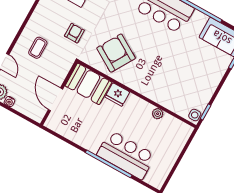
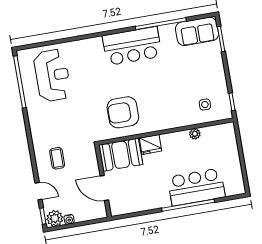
armchair: (74, 33) -> (77, 123), removed
armchair: (116, 53) -> (123, 112), turned -31
side table: (195, 115) -> (205, 105), moved

